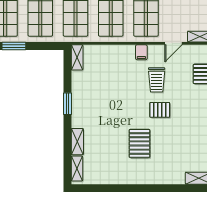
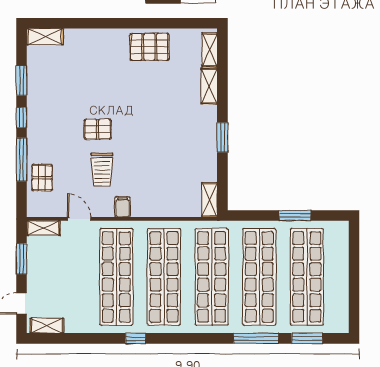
door: (173, 43) -> (79, 219), hinge flipped
trolley: (157, 80) -> (102, 170), turned 180
pallet: (139, 143) -> (149, 47), moved, turned 90

